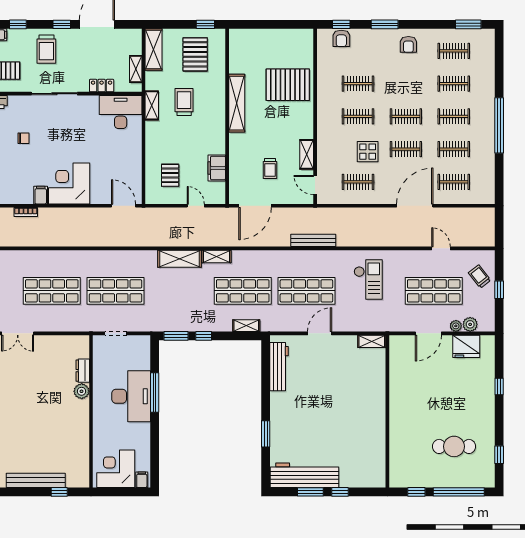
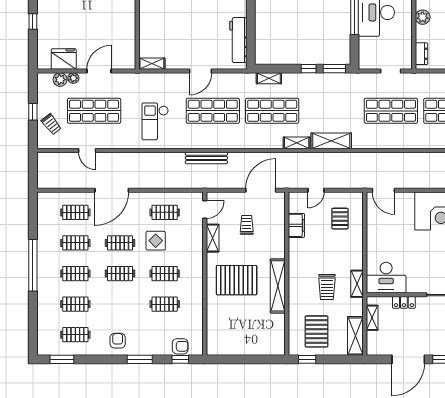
armchair: (341, 38) -> (180, 346), turned 90
pallet: (288, 85) -> (237, 280), moved
door: (315, 185) -> (205, 209), hinge flipped
door: (196, 206) -> (316, 190), hinge flipped
dresser: (83, 371) -> (422, 54), moved

